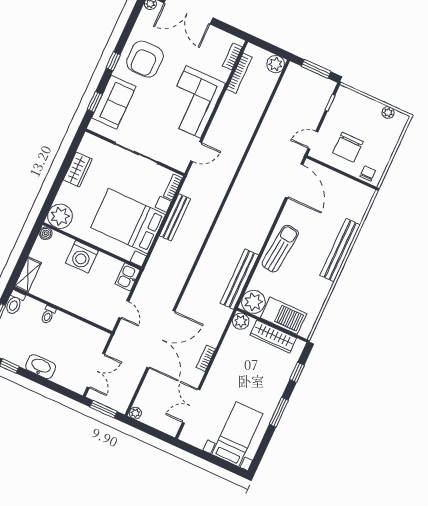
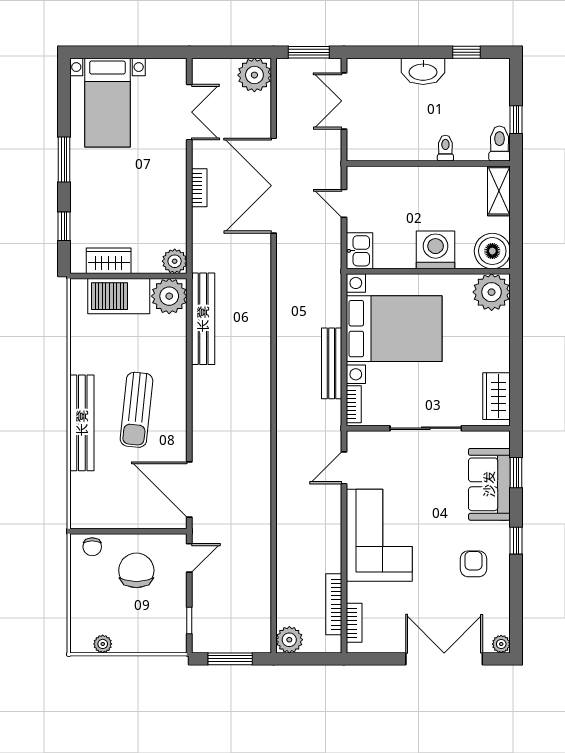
armchair: (145, 59) -> (473, 564), width x0.53, depth x0.53
wardrobe: (78, 170) -> (497, 396), moved
boiler: (46, 233) -> (492, 251), width x1.86, depth x1.86
sun lounger: (280, 249) -> (136, 410), moved
wardrobe: (273, 337) -> (109, 261), width x0.67
plant: (135, 413) -> (254, 75), width x1.88, depth x1.88

